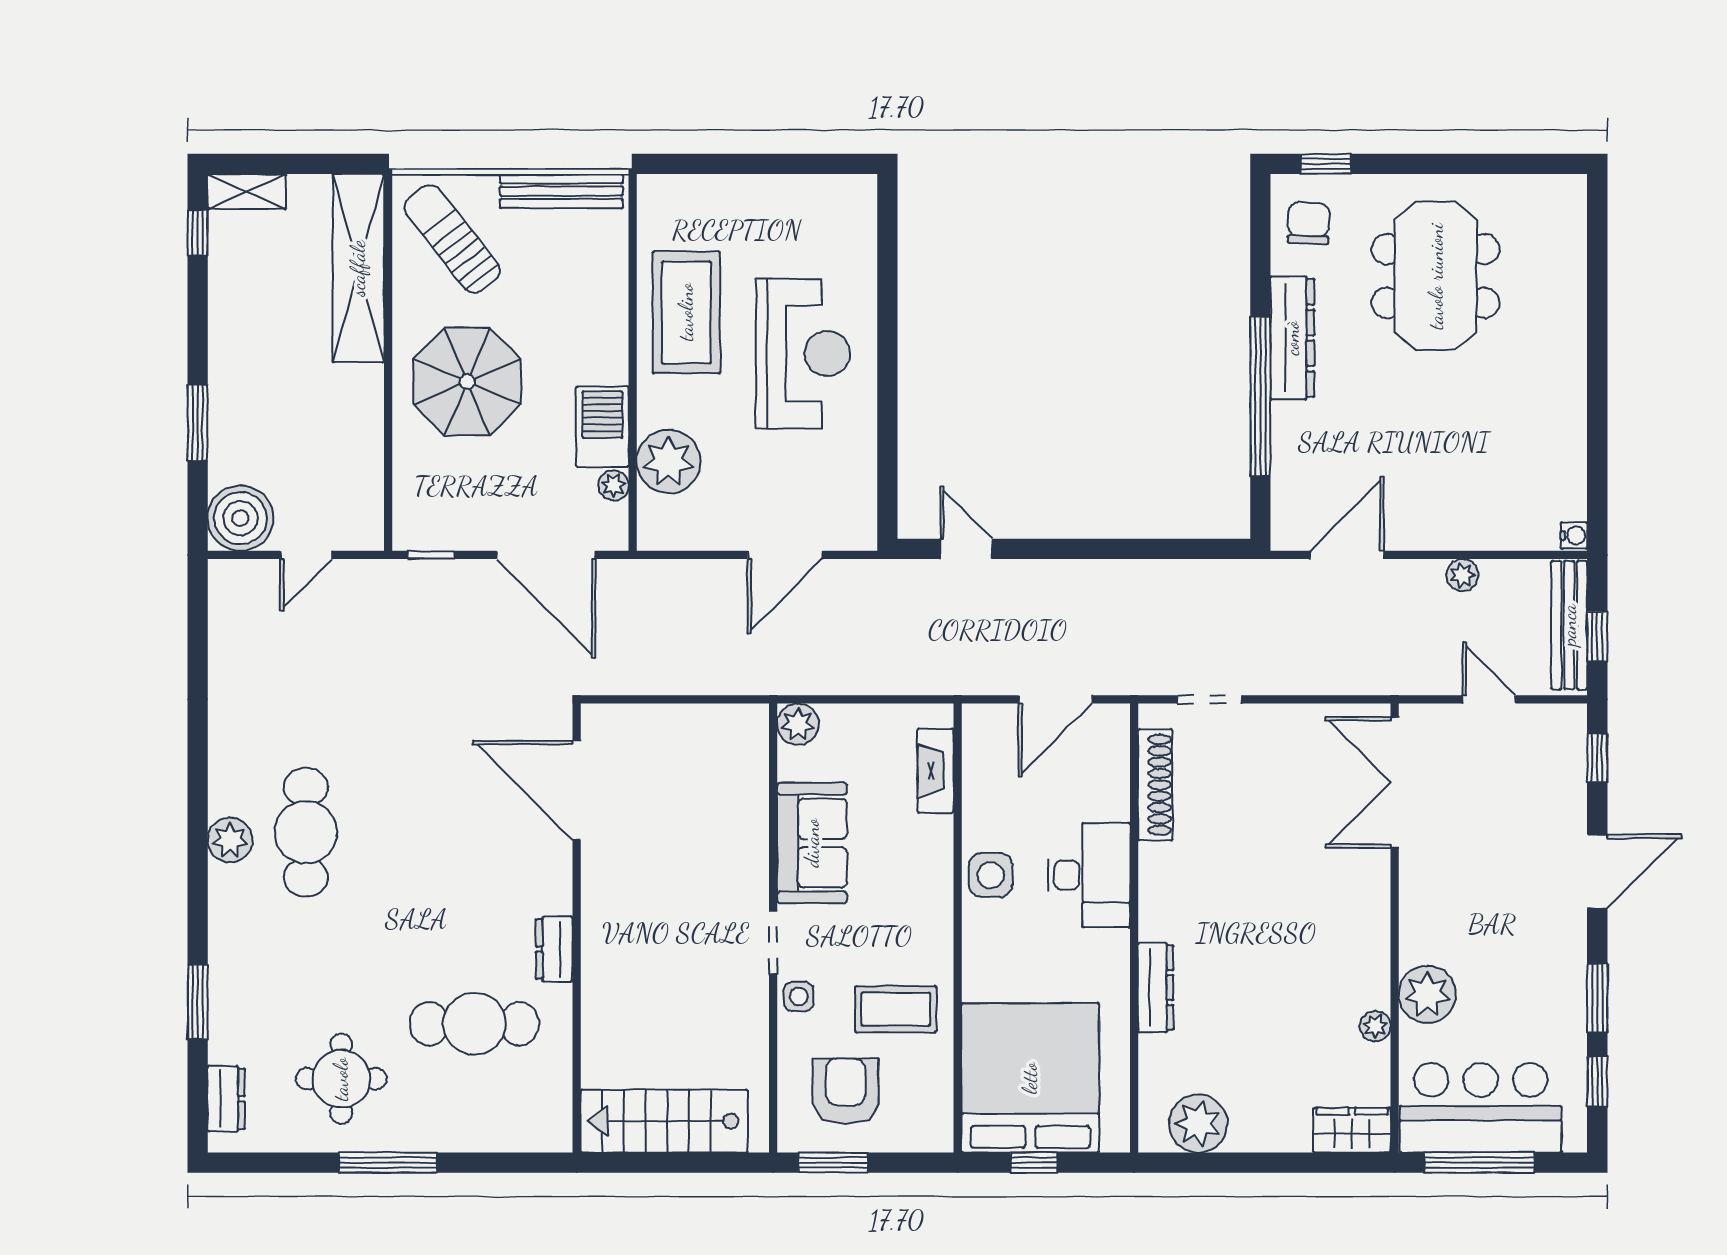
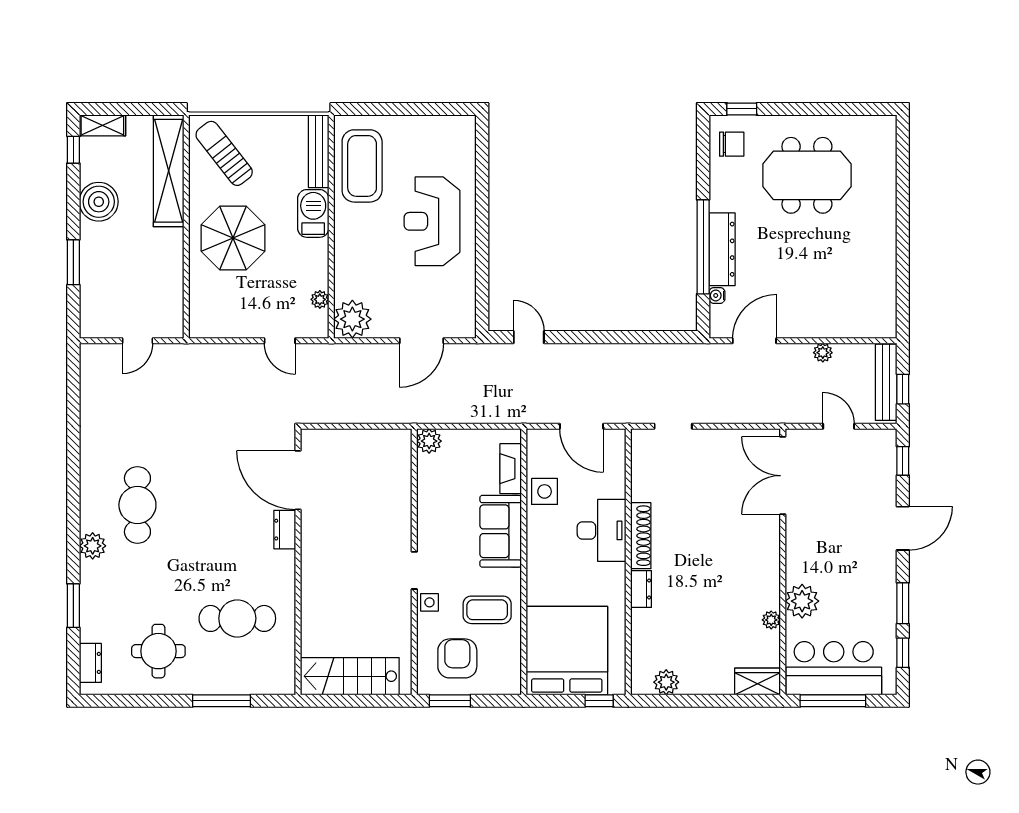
bench: (561, 191) -> (319, 151), moved, turned 90
chair: (1309, 223) -> (732, 144), turned 88
meeting table: (1436, 276) -> (807, 175), turned 90
coffee table: (686, 312) -> (362, 166), moved
dresser: (1292, 338) -> (722, 249), moved
reception desk: (803, 353) -> (432, 221), turned 180
barbecue: (602, 427) -> (313, 213), moved
plant: (669, 462) -> (352, 319), moved
boiler: (240, 518) -> (99, 202), moved
water cooler: (1574, 535) -> (717, 295), moved, turned 180
window: (431, 555) -> (212, 341), removed
door: (546, 555) -> (280, 341), width x0.53
door: (1055, 699) -> (582, 426), hinge flipped
shoe rack: (1155, 785) -> (641, 536), moved
plant: (230, 840) -> (93, 546), moved
sofa: (812, 843) -> (501, 531), moved, turned 180
side table: (991, 875) -> (545, 491), moved
dresser: (554, 949) -> (285, 530), moved
dresser: (1156, 988) -> (641, 589), width x0.70
plant: (1198, 1123) -> (666, 682), width x0.73, depth x0.73
window: (388, 1163) -> (222, 701), moved
window: (1034, 1163) -> (599, 701), moved

